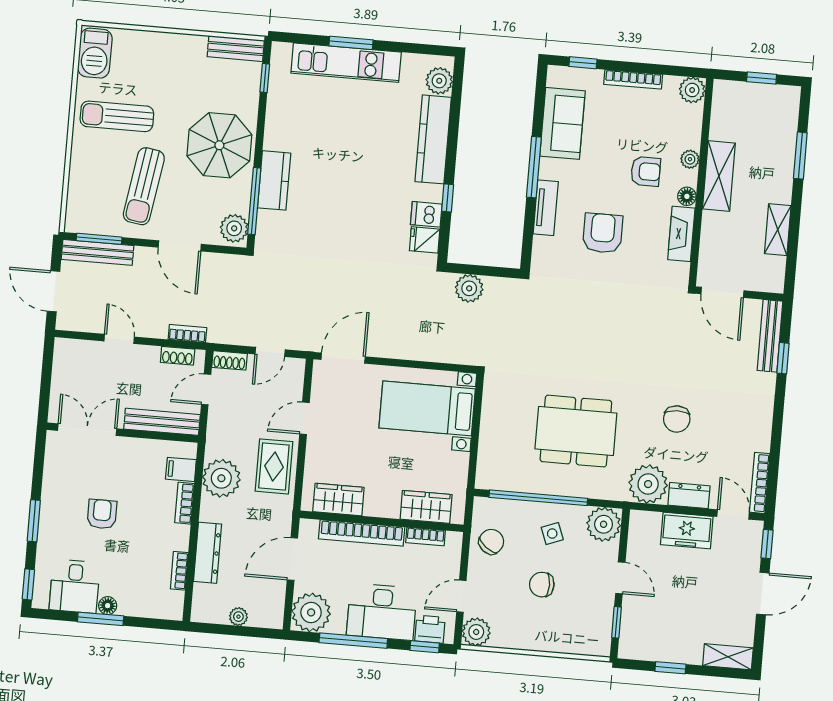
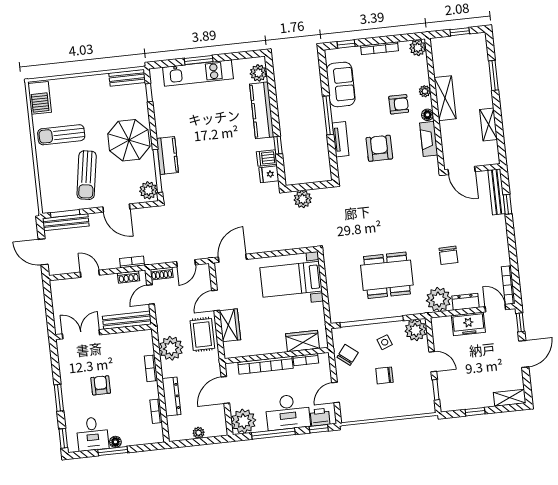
filing cabinet: (181, 469) -> (145, 348), removed
wardrobe: (338, 500) -> (230, 325), moved, turned 90
plant: (476, 632) -> (349, 413), removed

